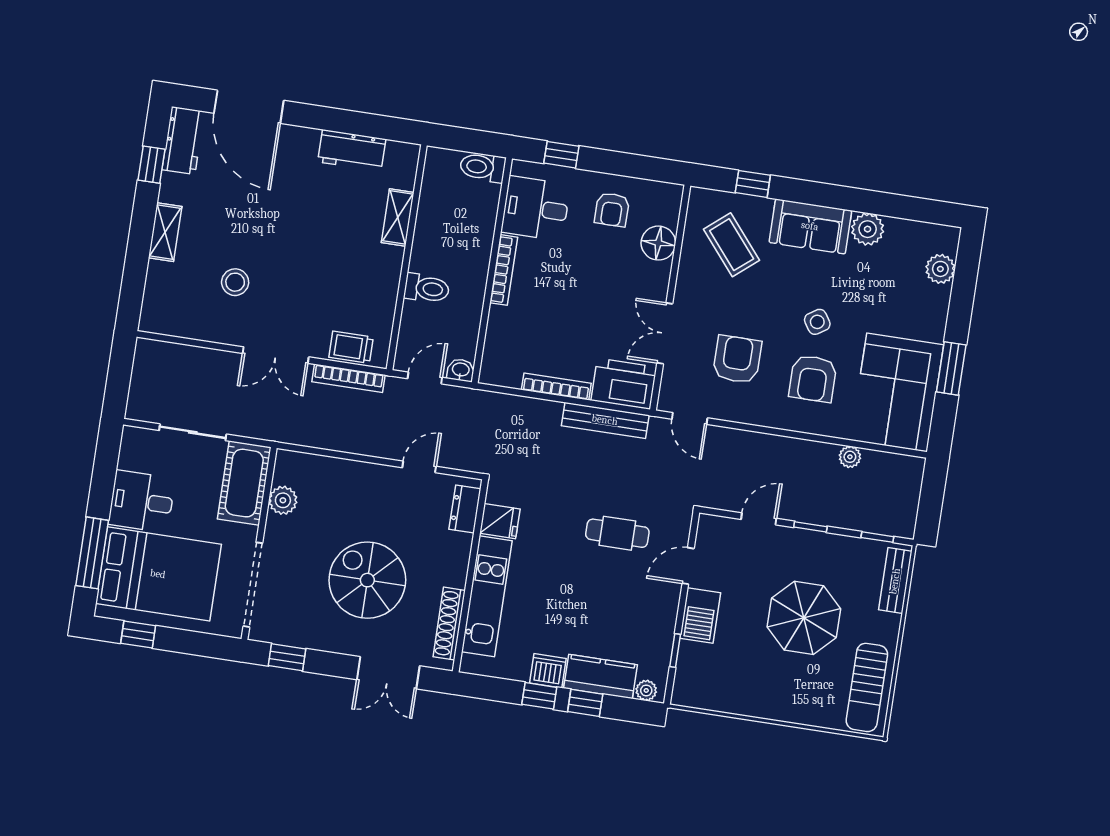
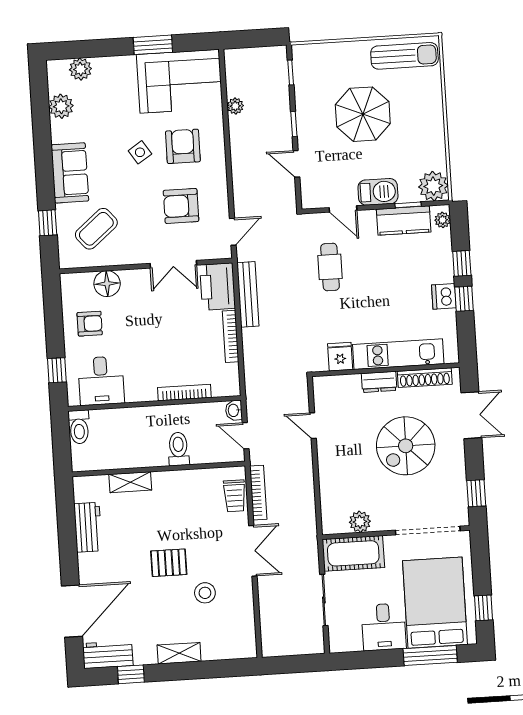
plant: (868, 229) -> (61, 106), moved
pallet: (284, 244) -> (169, 563), added
bookcase: (504, 270) -> (184, 393), moved
armchair: (813, 379) -> (183, 146), turned -90
dresser: (465, 509) -> (379, 382), moved
bench: (895, 581) -> (320, 52), removed
kitchen counter: (601, 677) -> (404, 221), moved, turned -90
plant: (692, 688) -> (433, 186), added

